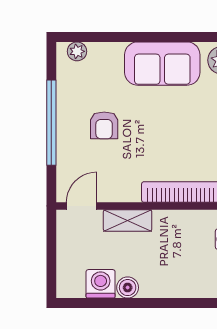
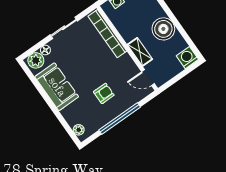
washing machine: (101, 284) -> (187, 58), moved, turned 90
boiler: (128, 288) -> (163, 29), width x1.86, depth x1.86

